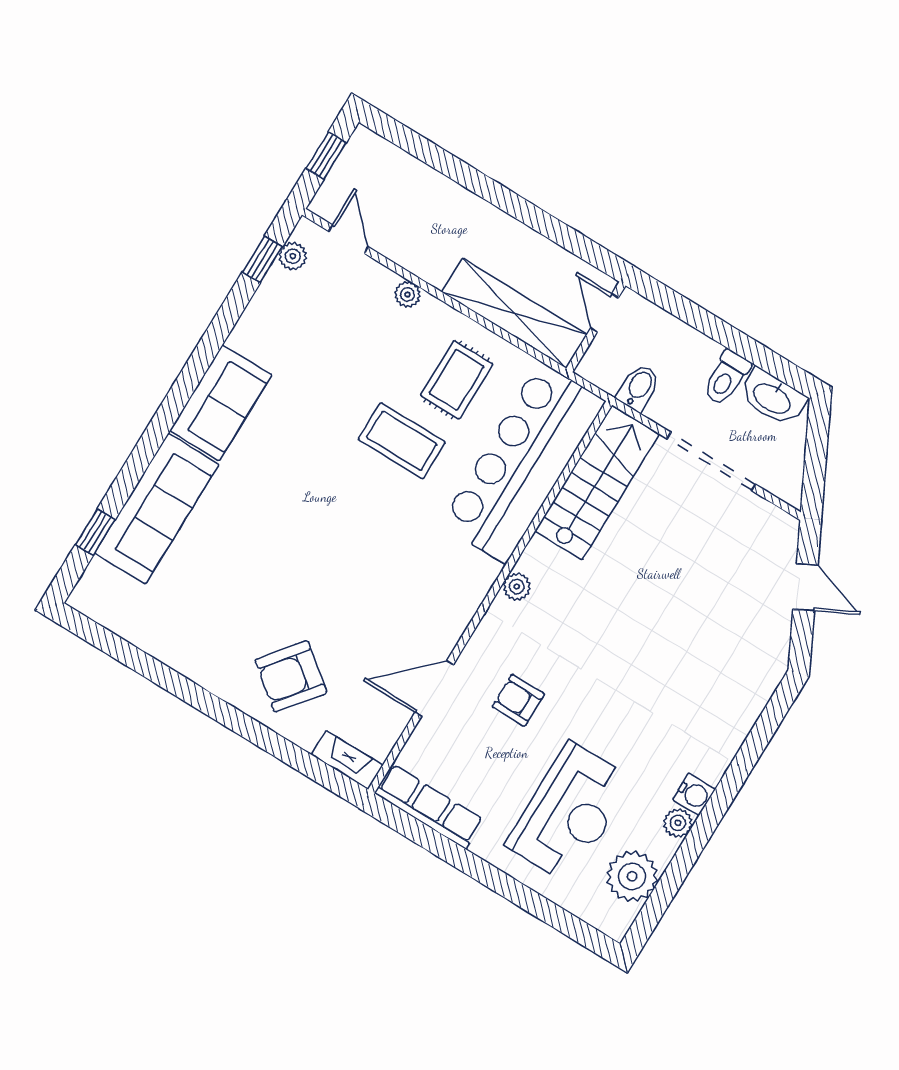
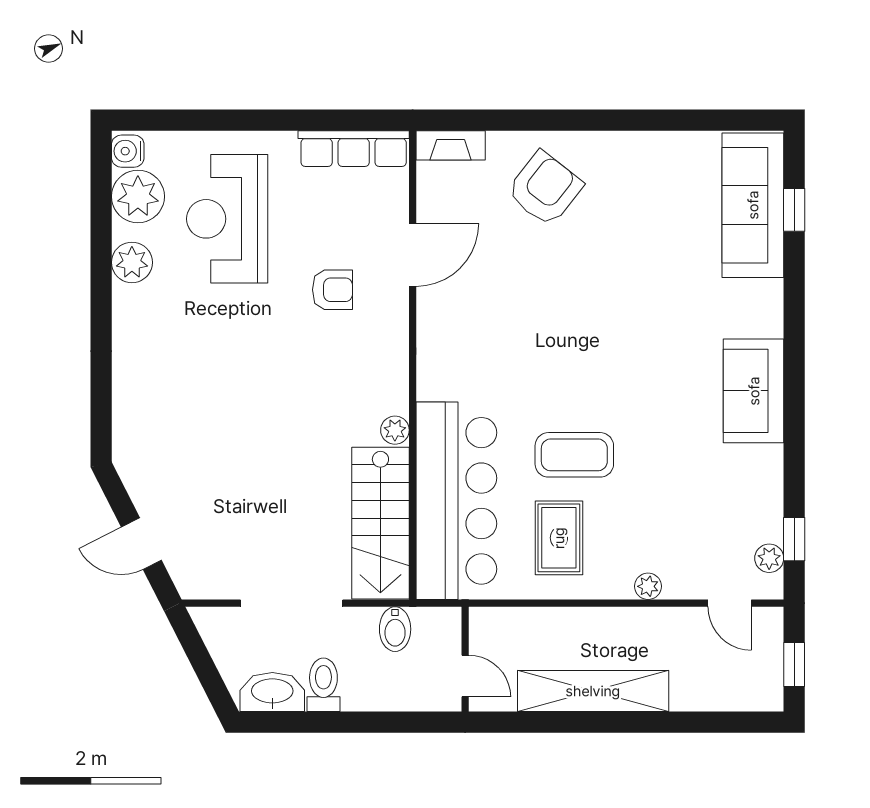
shelving: (514, 313) -> (593, 691), moved
sofa: (157, 509) -> (753, 205), moved
plant: (517, 587) -> (395, 430), moved
water cooler: (694, 794) -> (128, 151), moved
plant: (678, 823) -> (132, 262), width x1.38, depth x1.38

